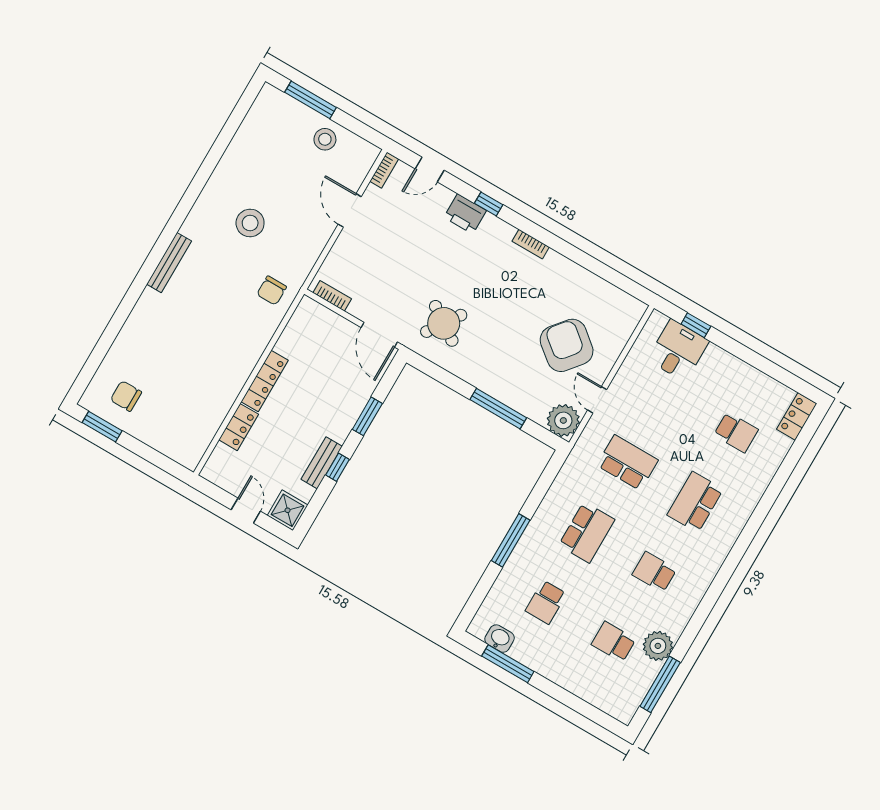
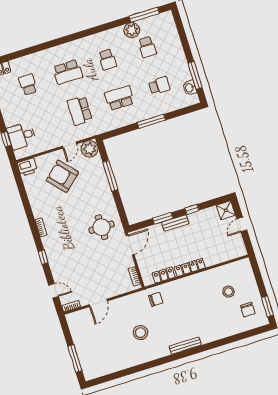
stool: (325, 139) -> (229, 292), moved
printer: (465, 214) -> (27, 167), moved, turned 90
round table: (444, 323) -> (102, 227), turned -34
armchair: (567, 345) -> (62, 176), turned 99
locker: (239, 427) -> (164, 275), moved
bench: (322, 463) -> (175, 223), moved

